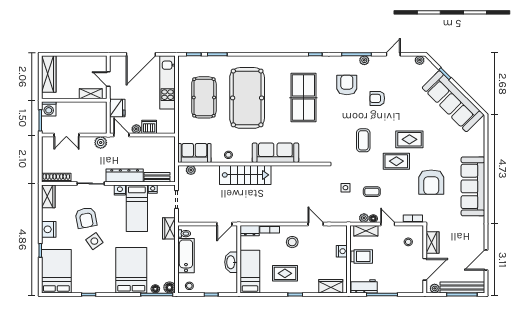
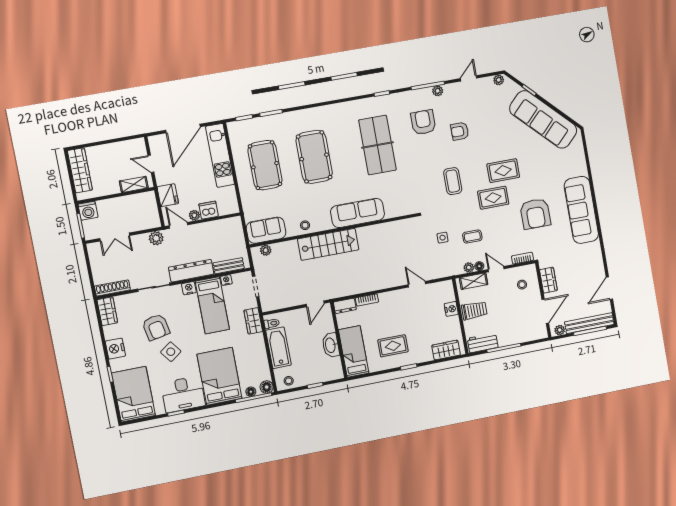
pool table: (247, 98) -> (314, 157), width x0.73, depth x0.76
stool: (292, 242) -> (395, 309), removed
desk: (98, 279) -> (183, 394), added

